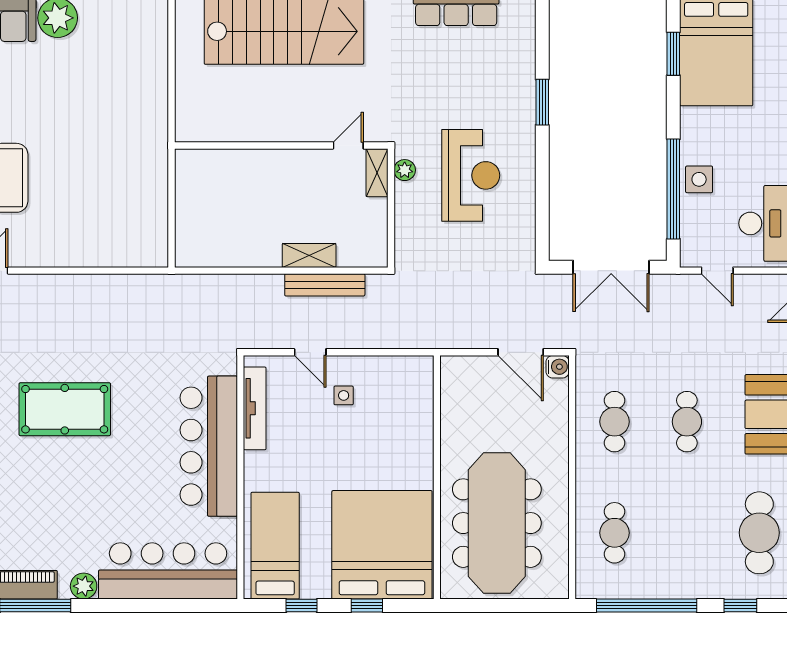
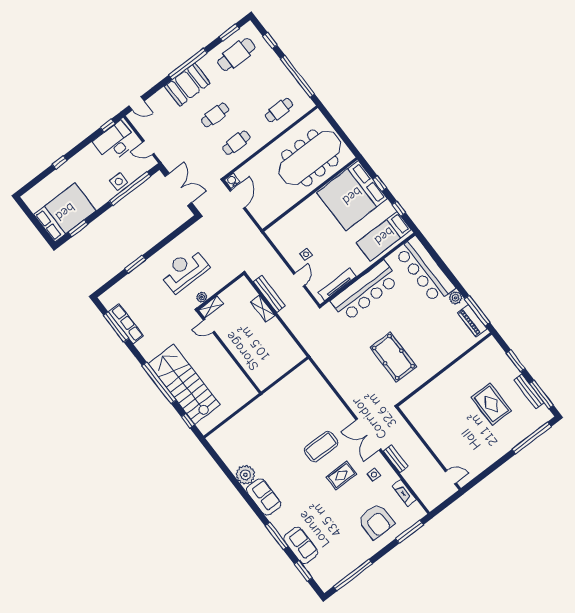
door: (717, 271) -> (148, 148), swing flipped

